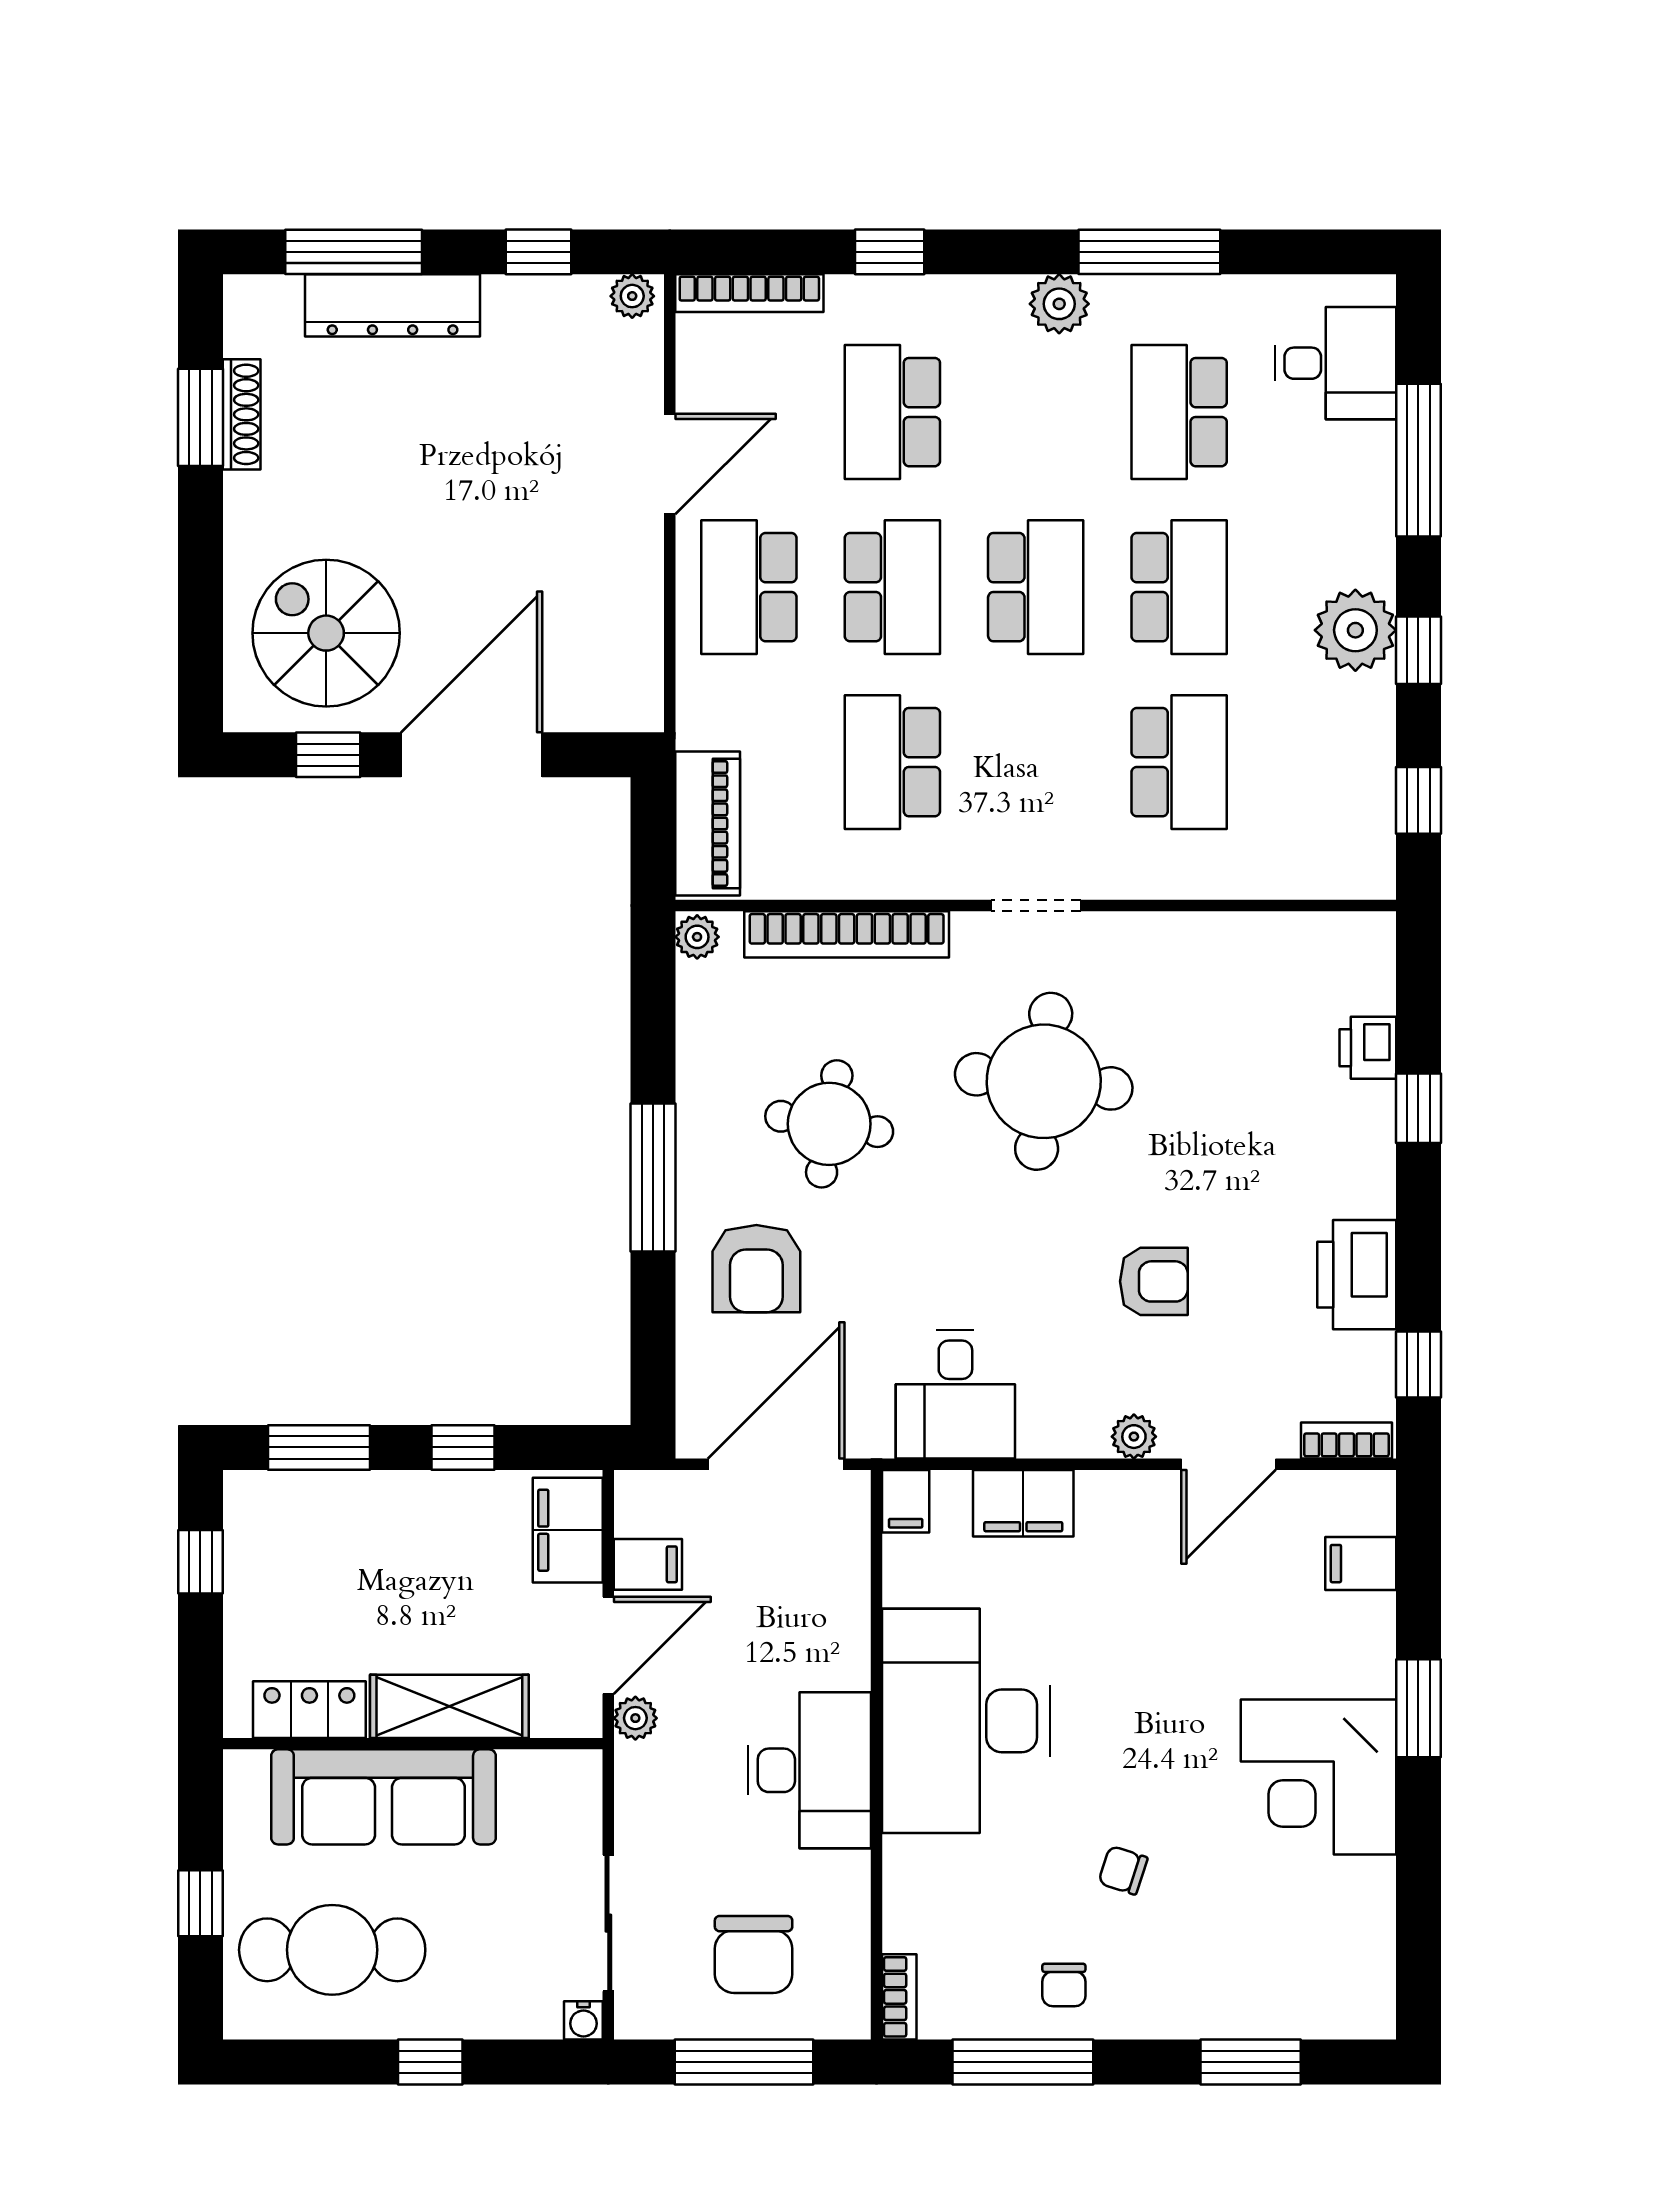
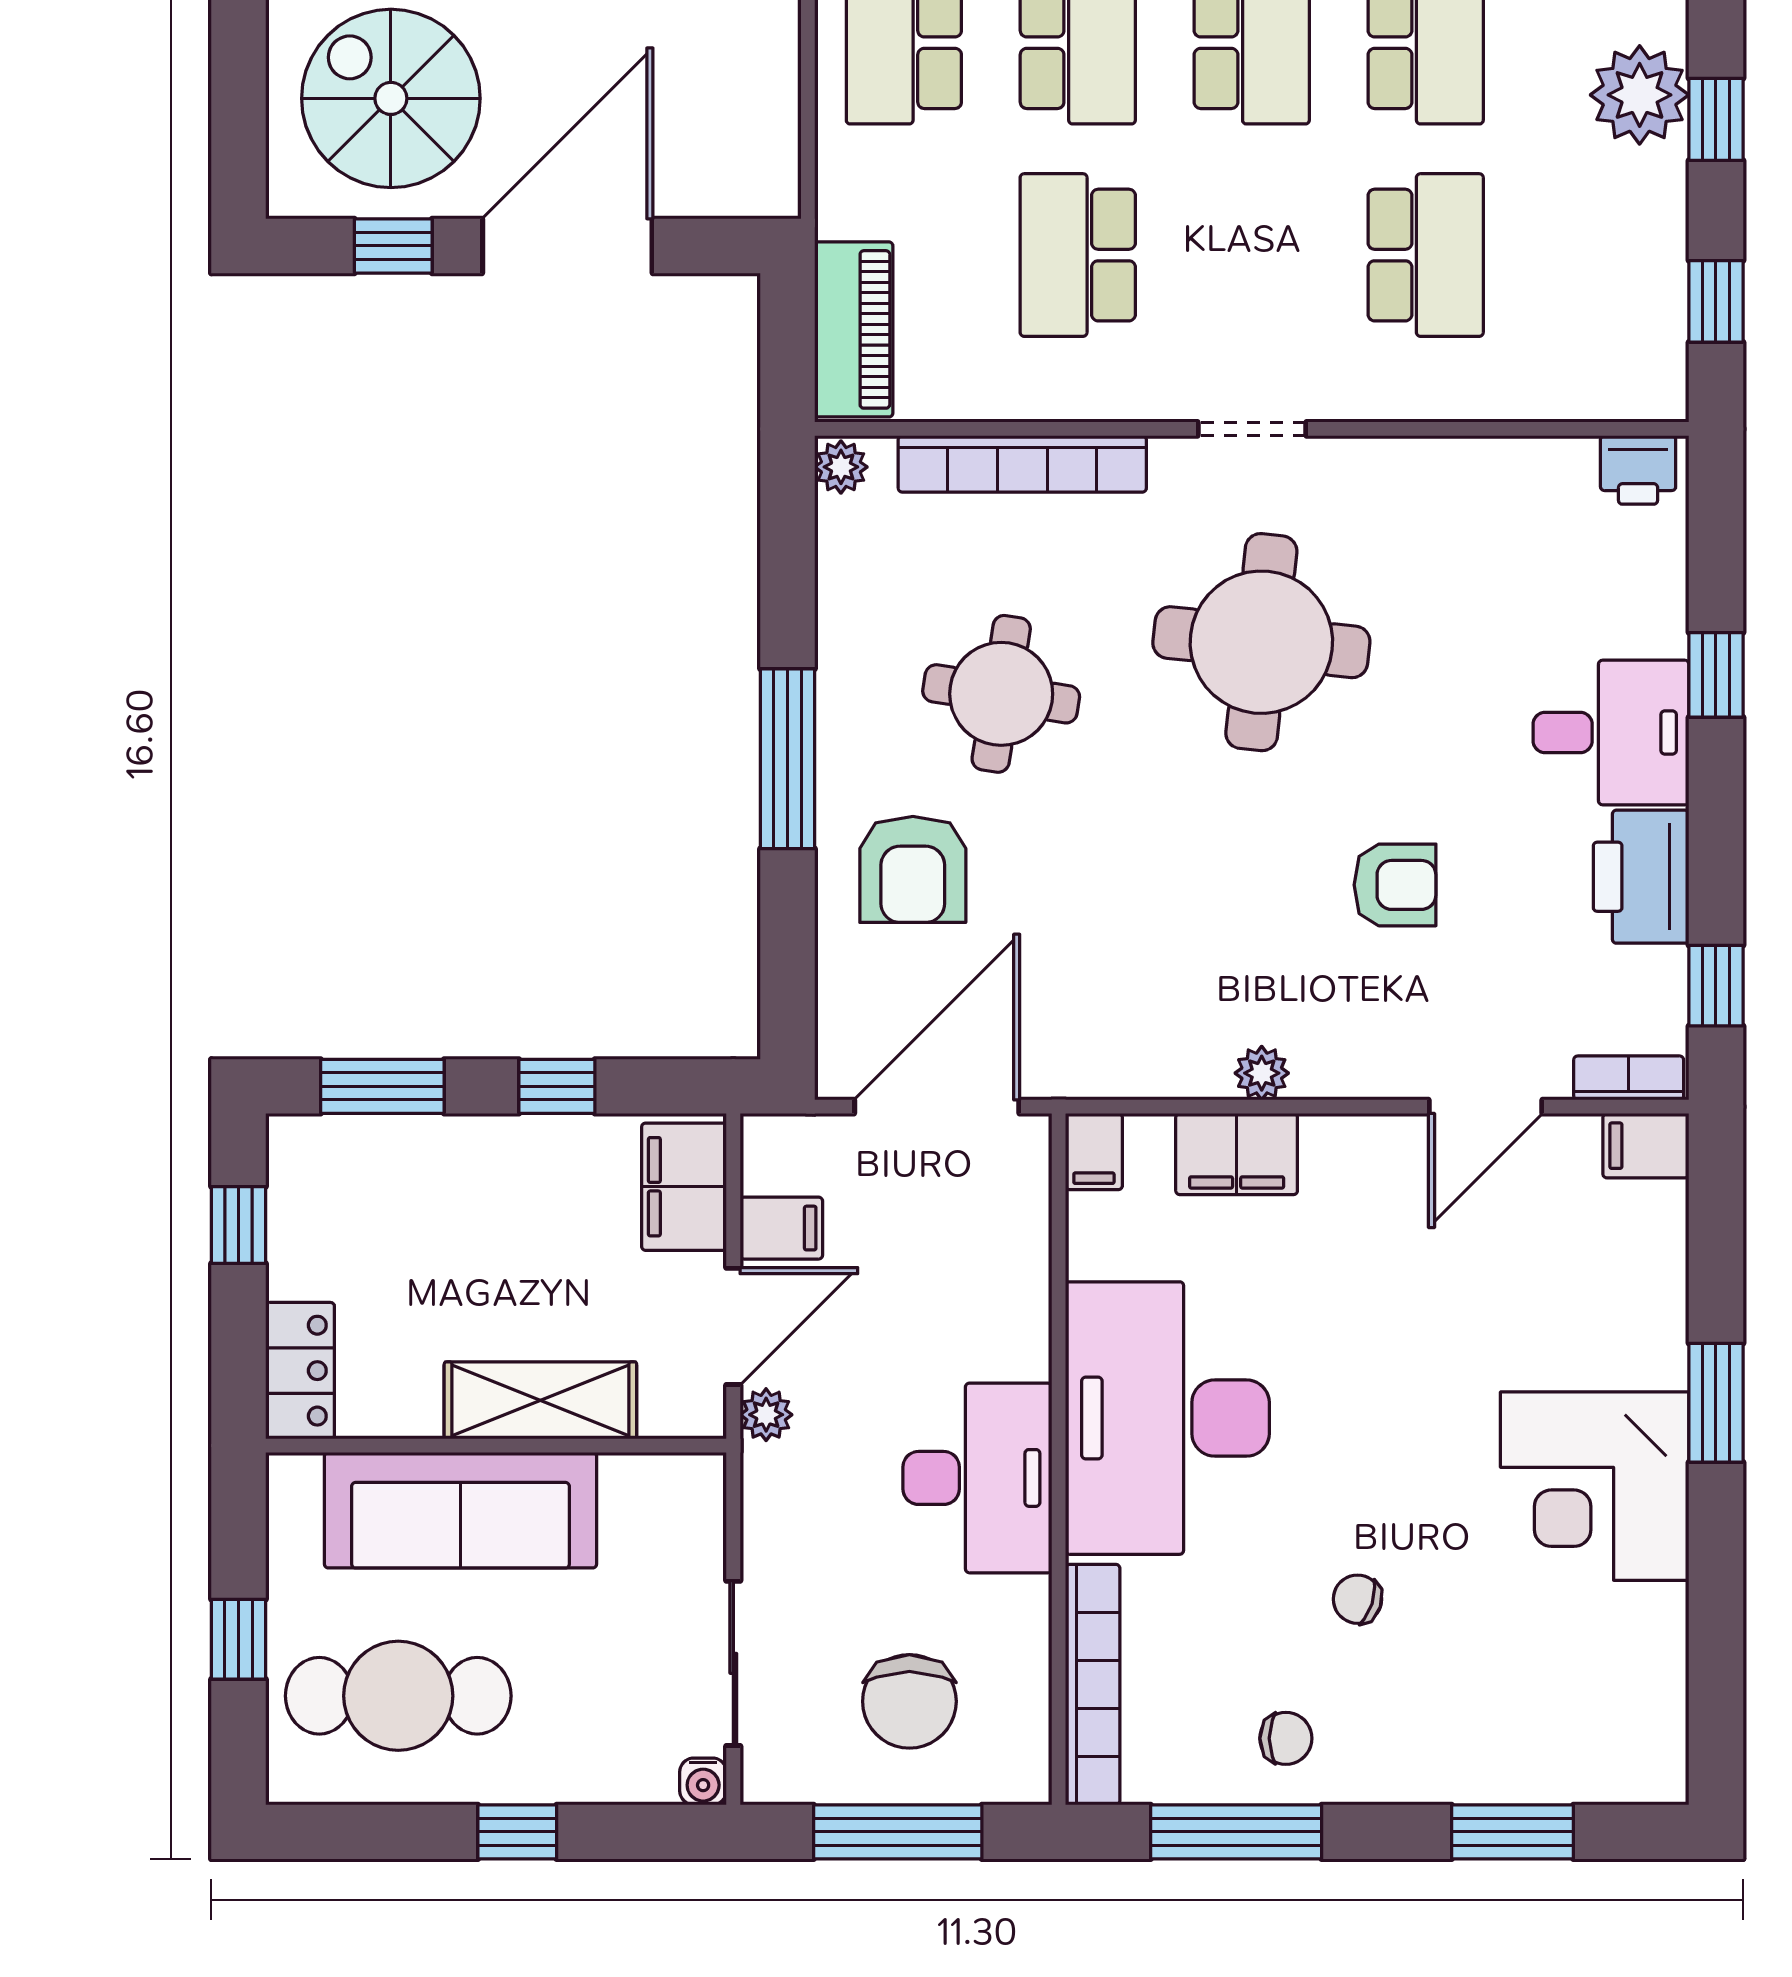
printer: (1368, 1048) -> (1638, 470), moved, turned -90
desk: (955, 1394) -> (1611, 732), moved, turned -90
plant: (1134, 1437) -> (1262, 1073), moved
filing cabinet: (1361, 1564) -> (1646, 1146), moved
locker: (309, 1710) -> (300, 1371), moved, turned 90
chair: (1064, 1985) -> (1286, 1738), turned -90
bookcase: (899, 1997) -> (1093, 1685), width x2.31, depth x1.31

